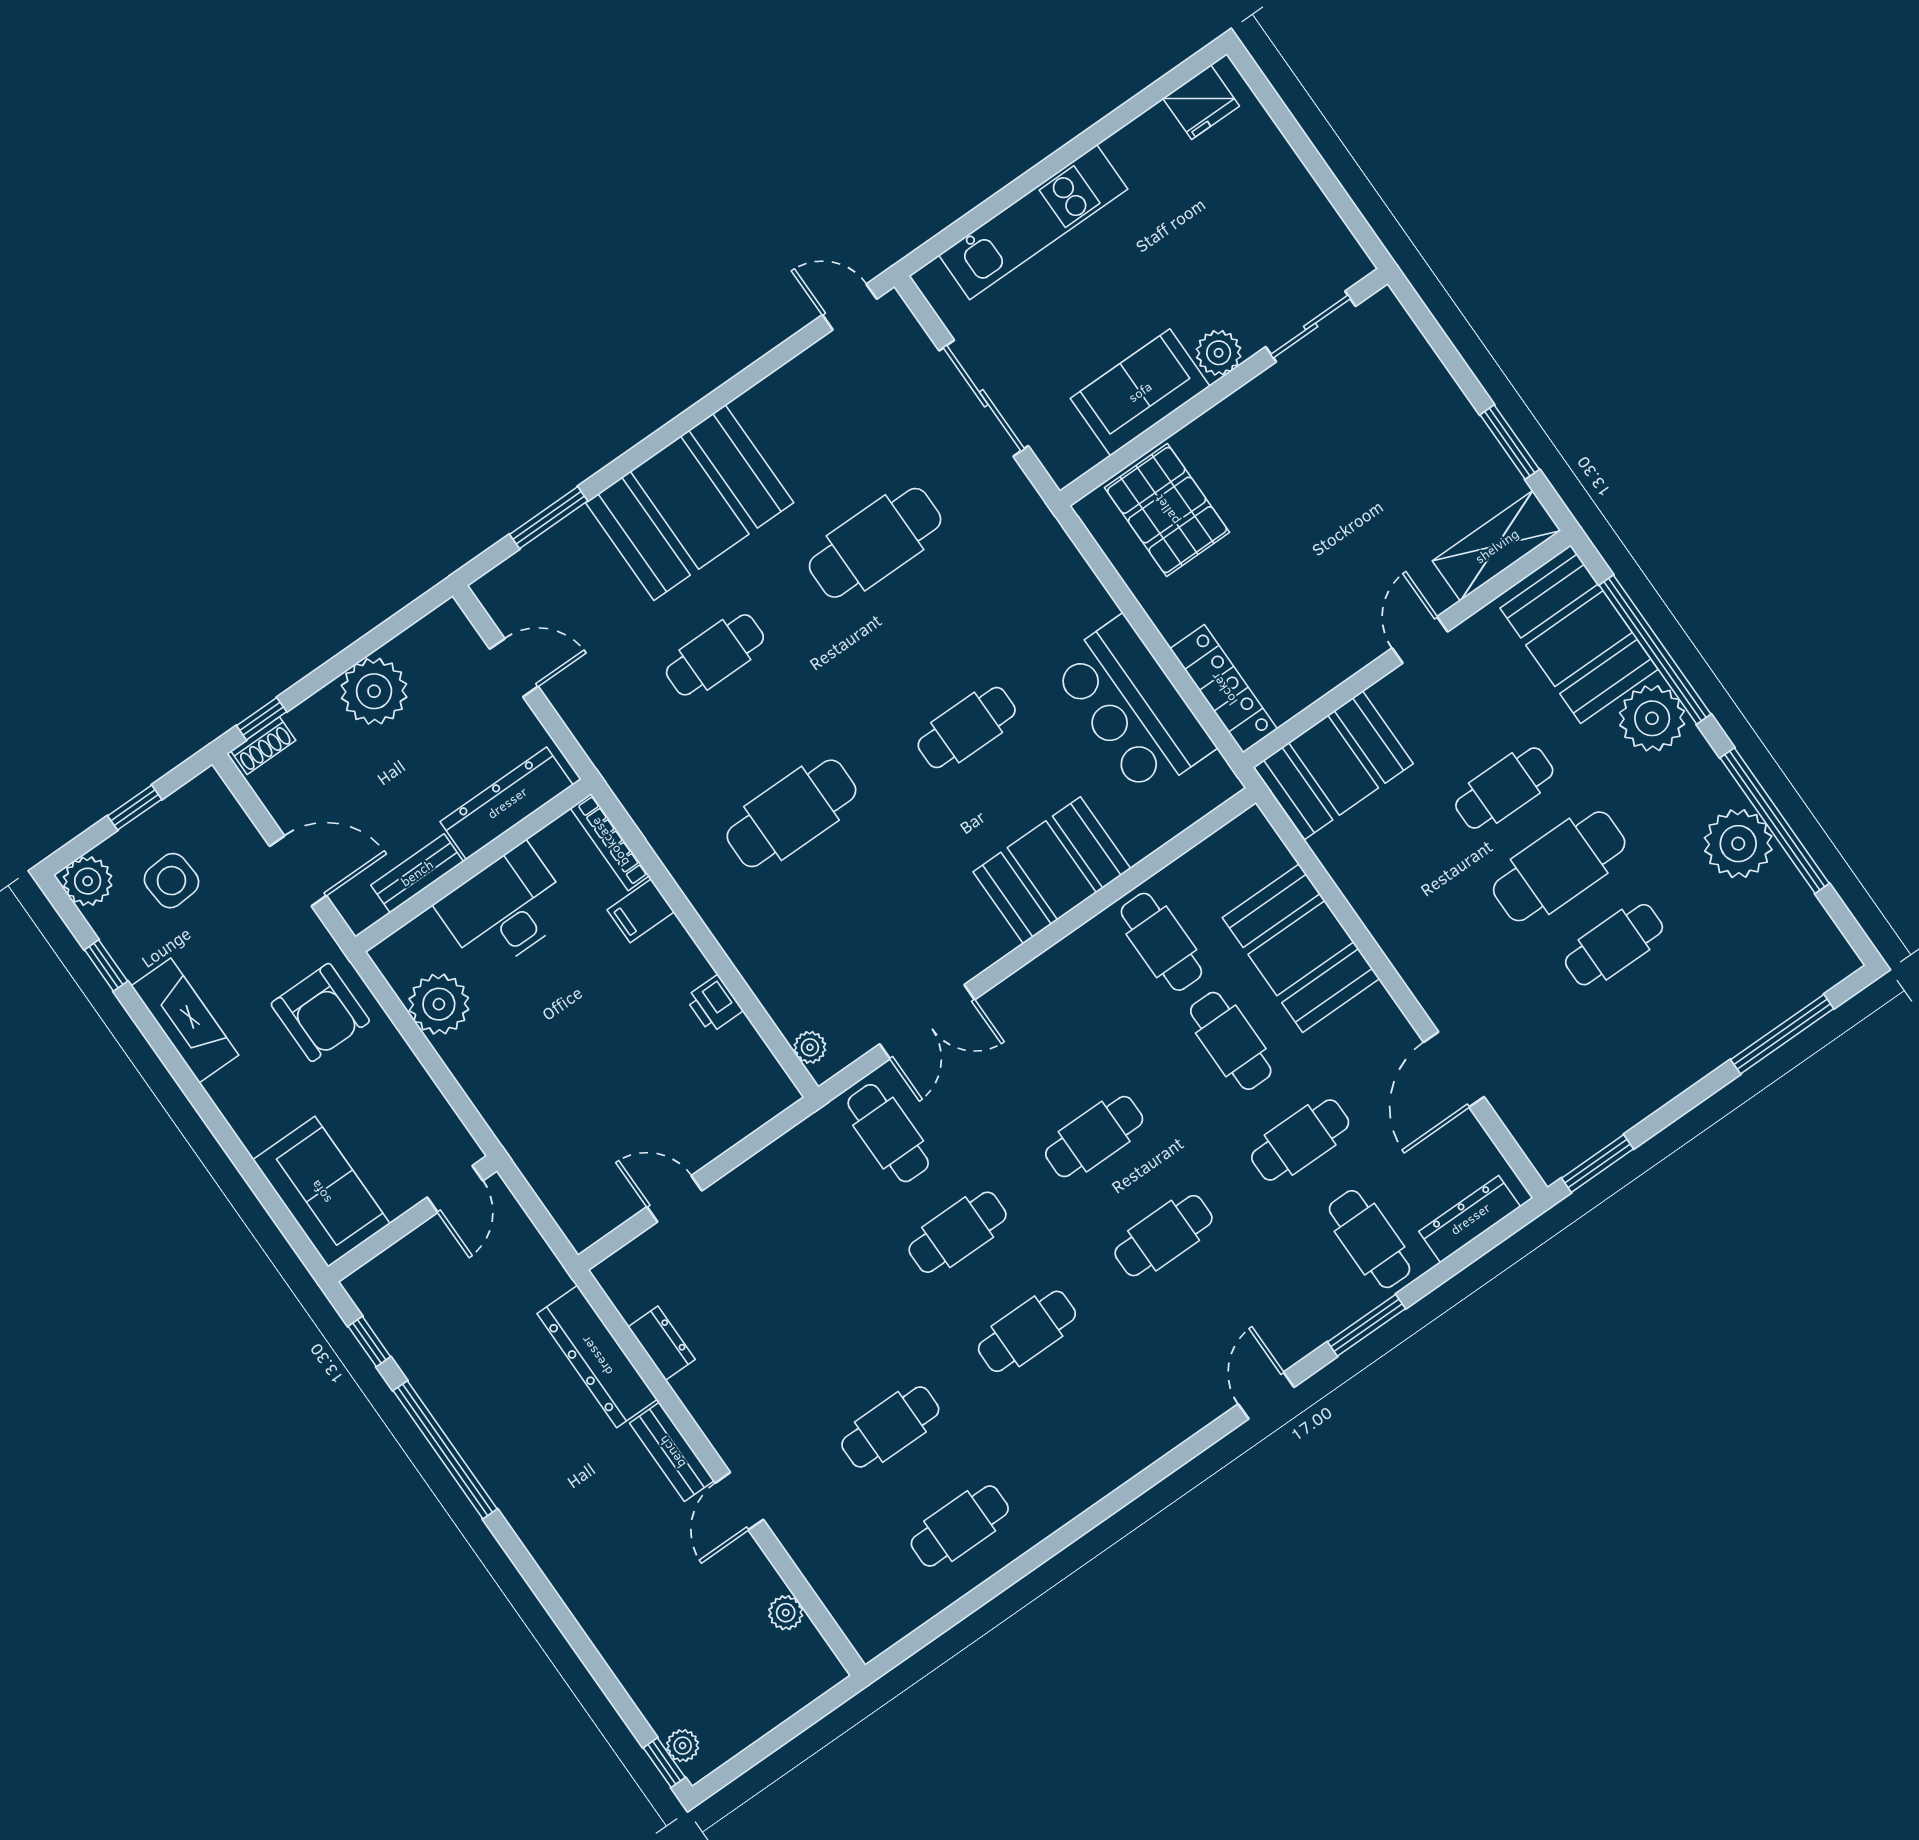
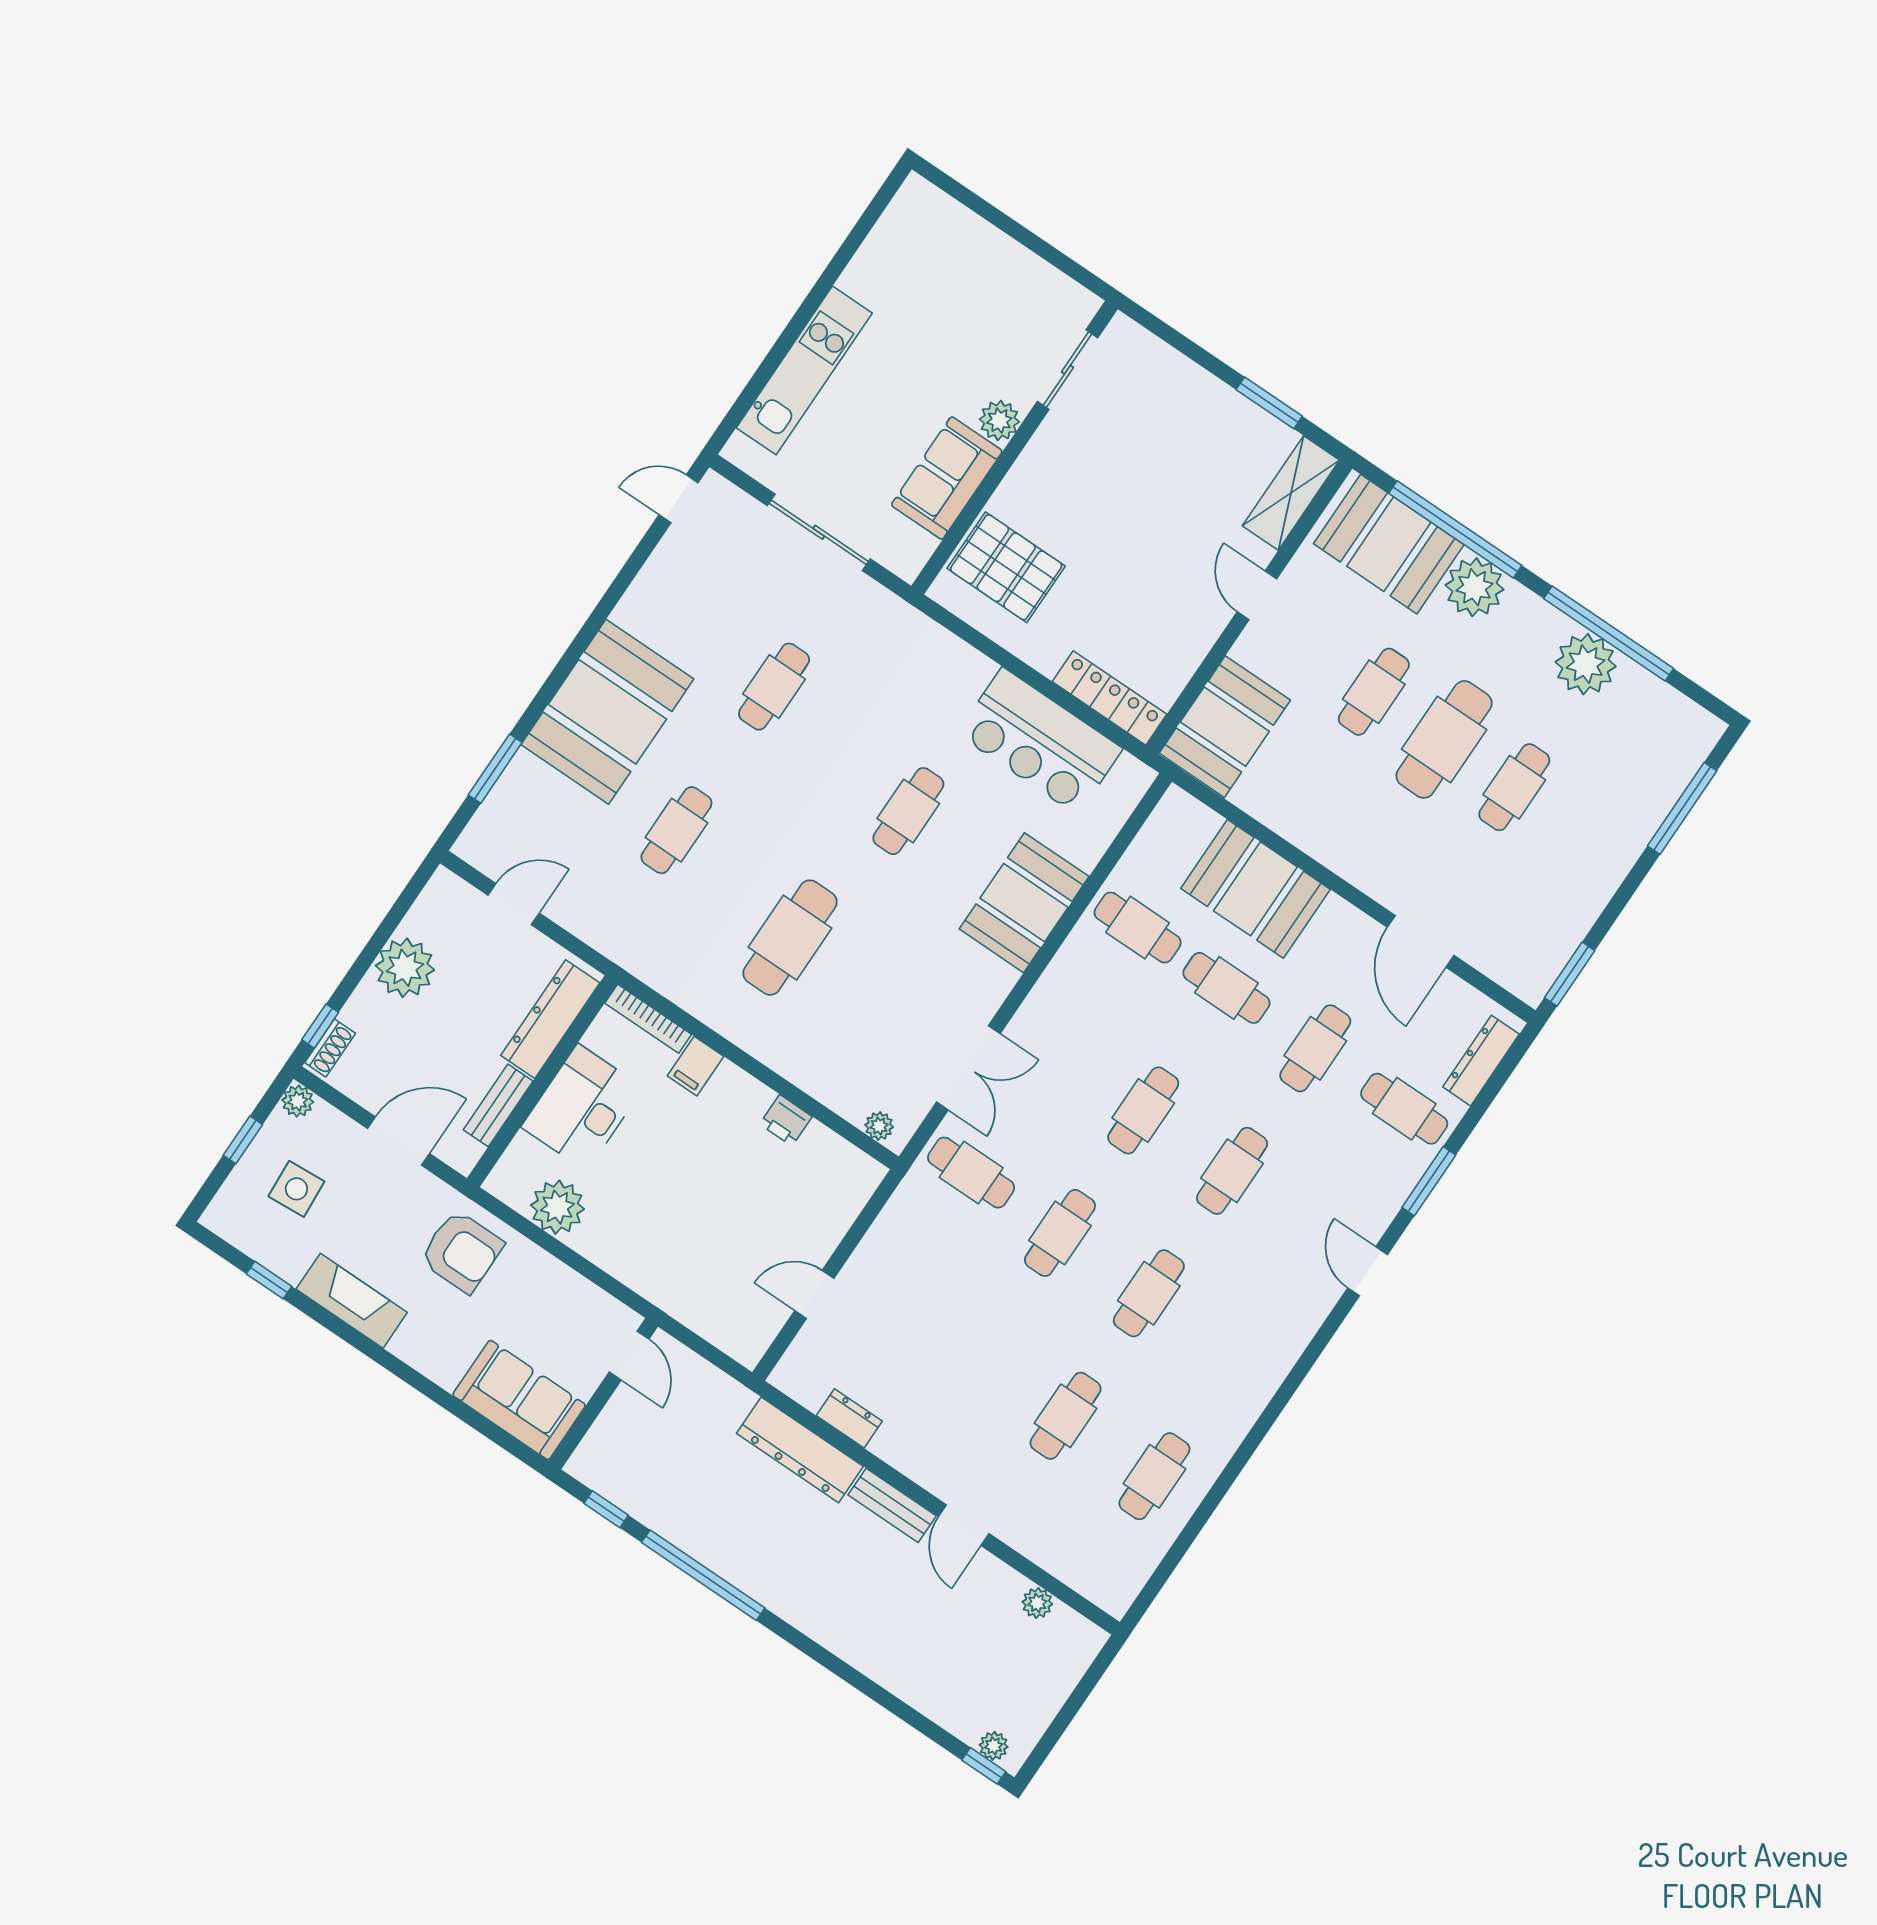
fridge: (1201, 102) -> (906, 218), removed
cafe table: (875, 543) -> (774, 687), width x0.73, depth x0.74
plant: (88, 881) -> (298, 1101), moved, width x0.73, depth x0.73

